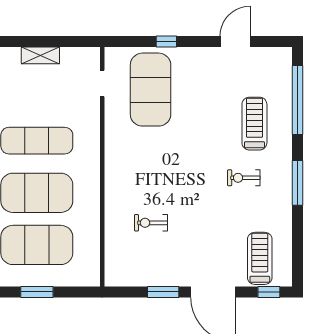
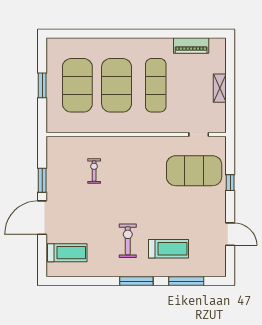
window: (297, 100) -> (186, 281), width x0.68
exercise bike: (244, 178) -> (128, 241), width x1.38, depth x1.39
window: (297, 183) -> (136, 281), moved
window: (269, 292) -> (42, 260), removed

